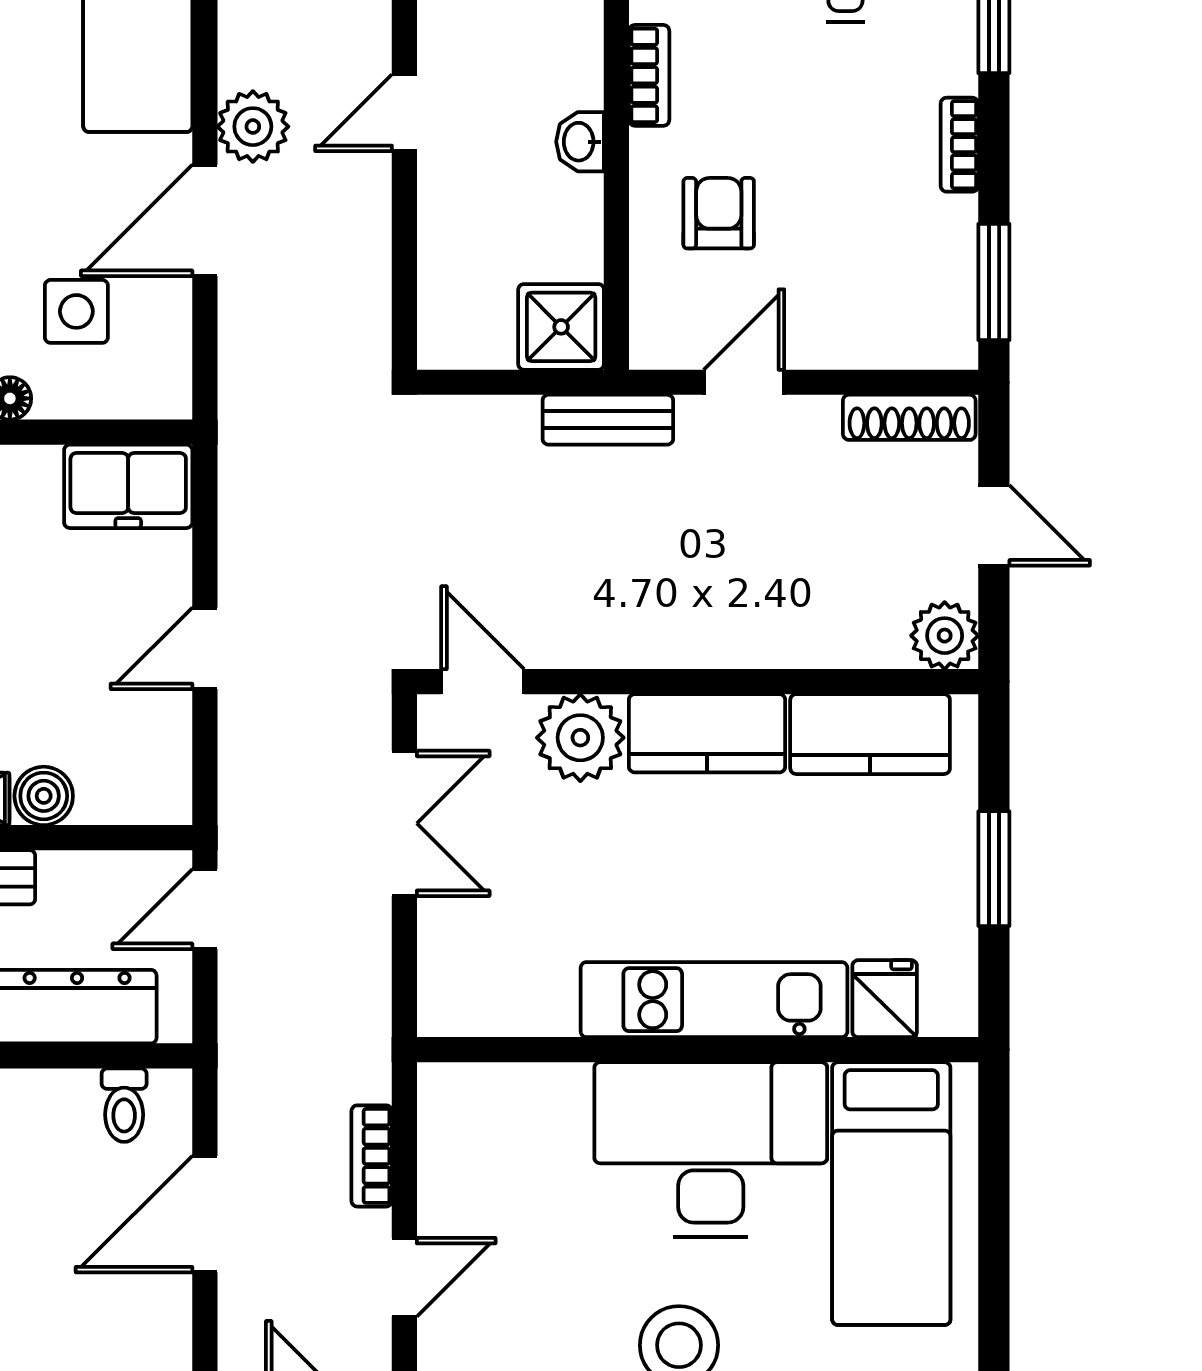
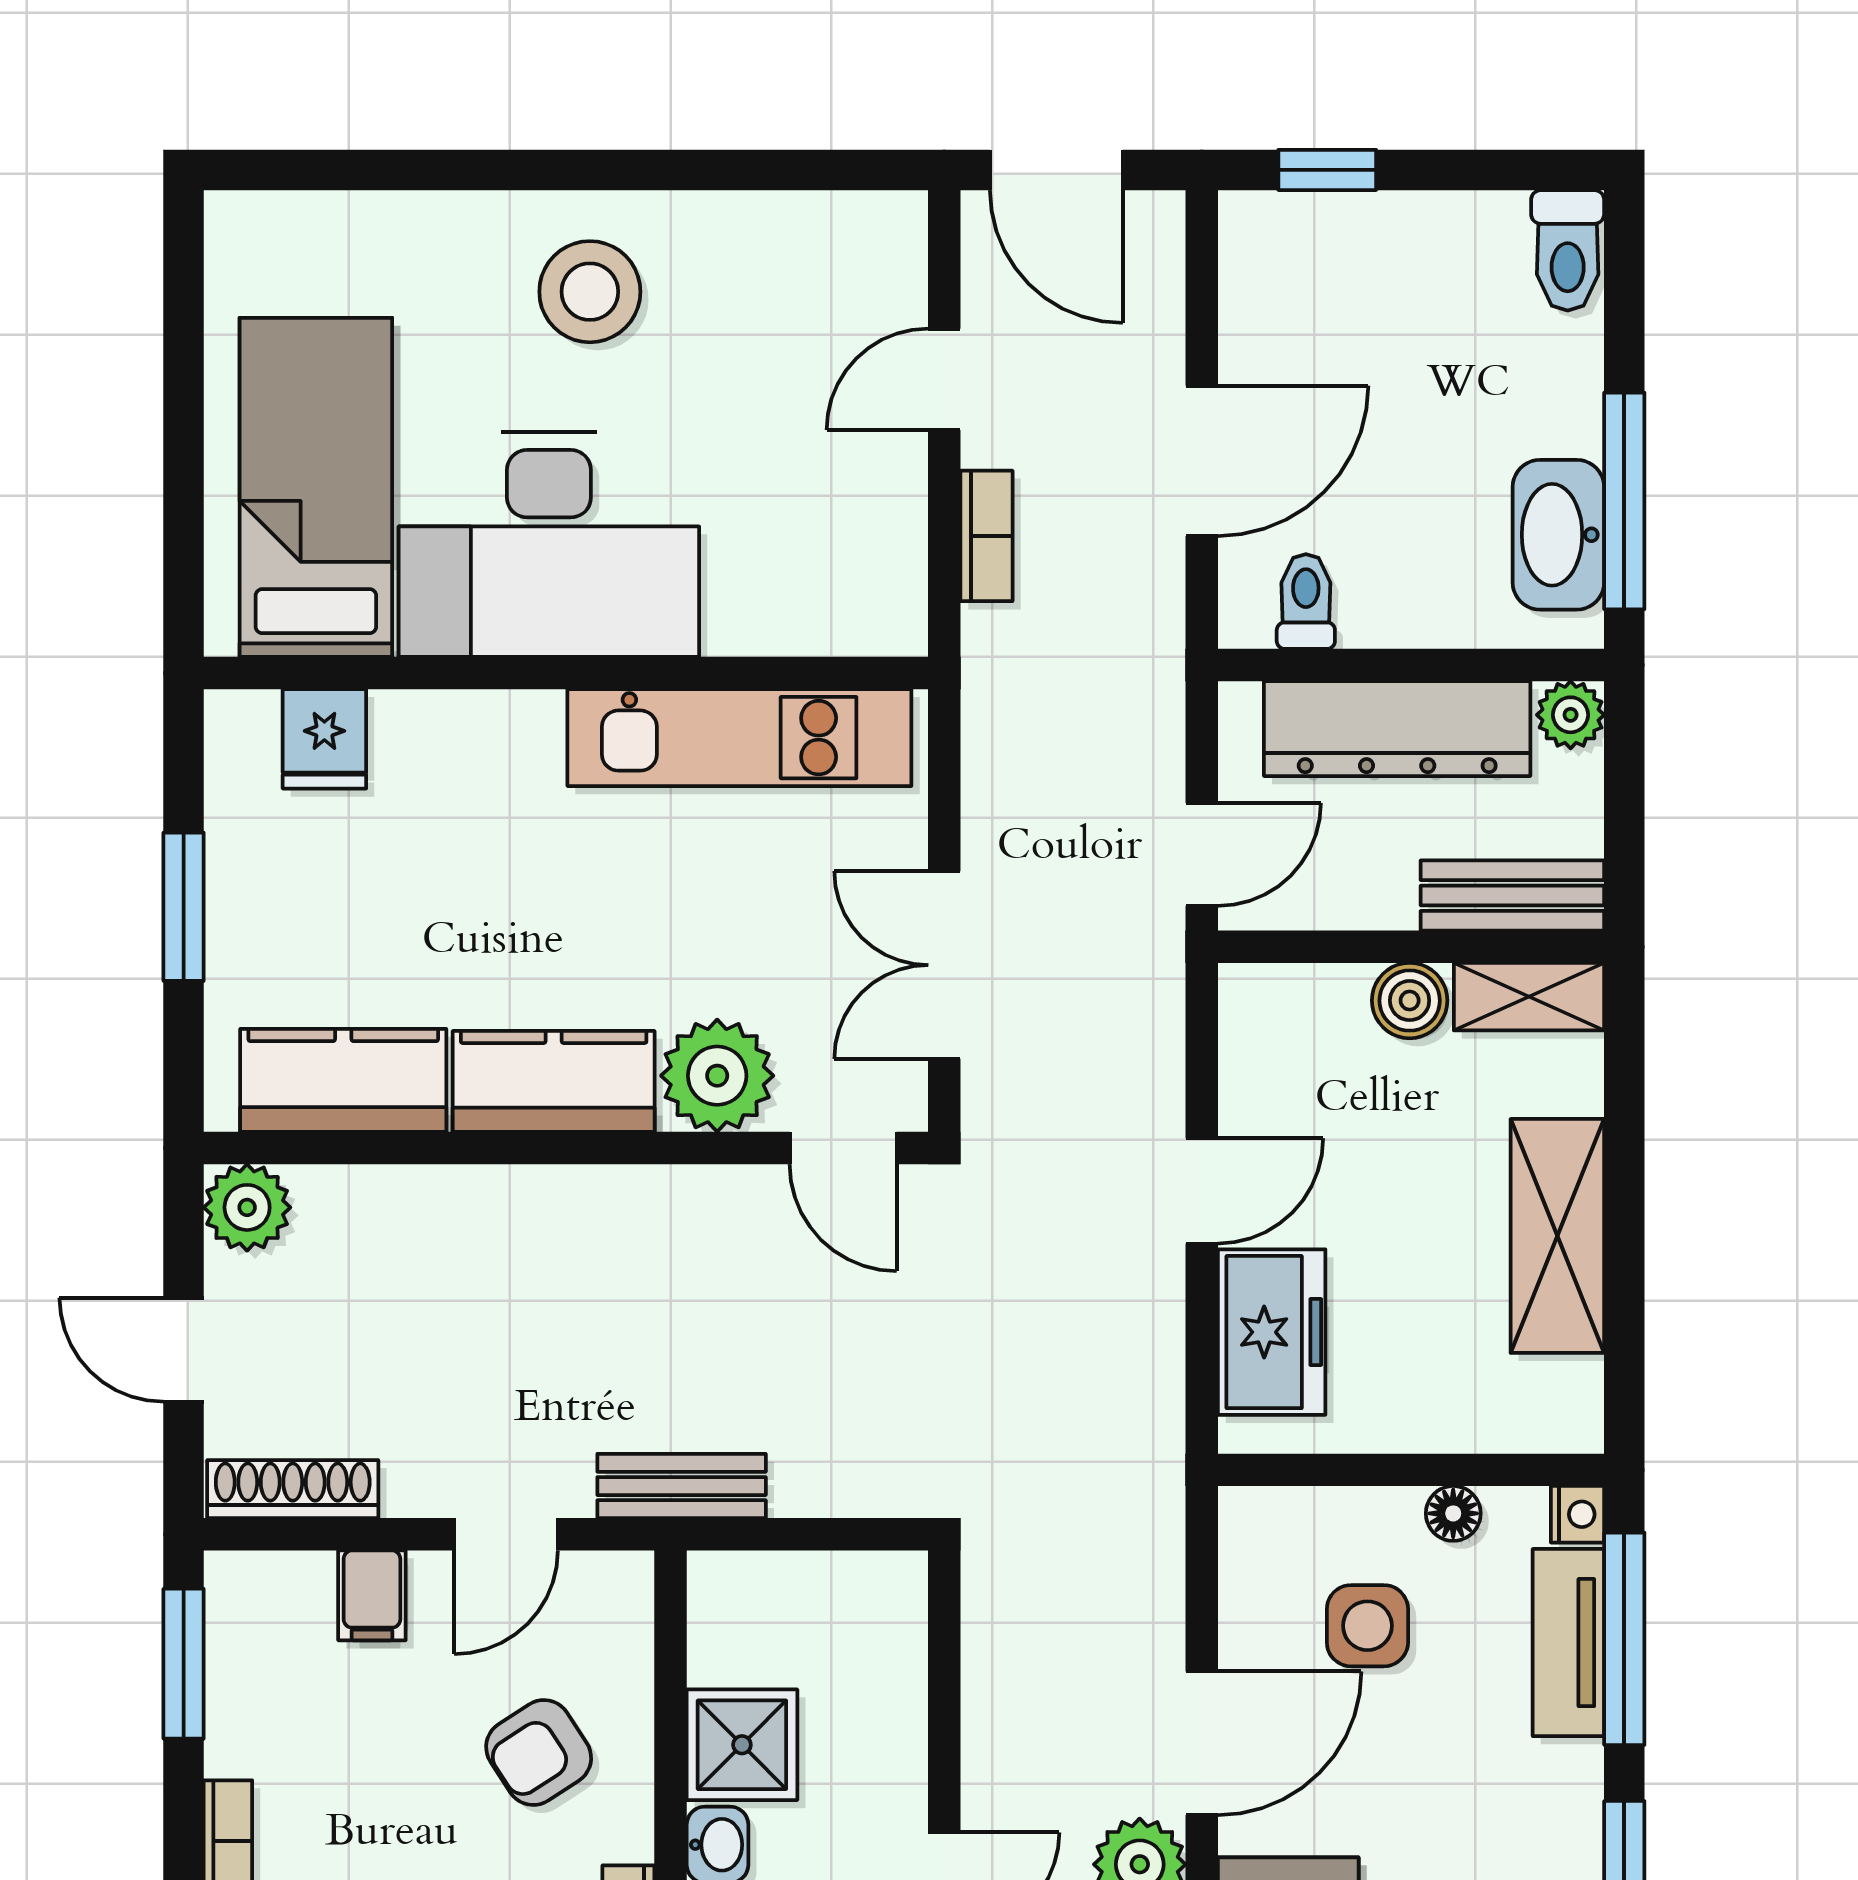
armchair: (719, 213) -> (539, 1752), turned 57
shower: (561, 327) -> (742, 1745), moved
filing cabinet: (848, 335) -> (372, 1595), added
freezer: (128, 486) -> (1272, 1332), moved, turned 90
kitchen unit: (714, 1000) -> (739, 738), moved

